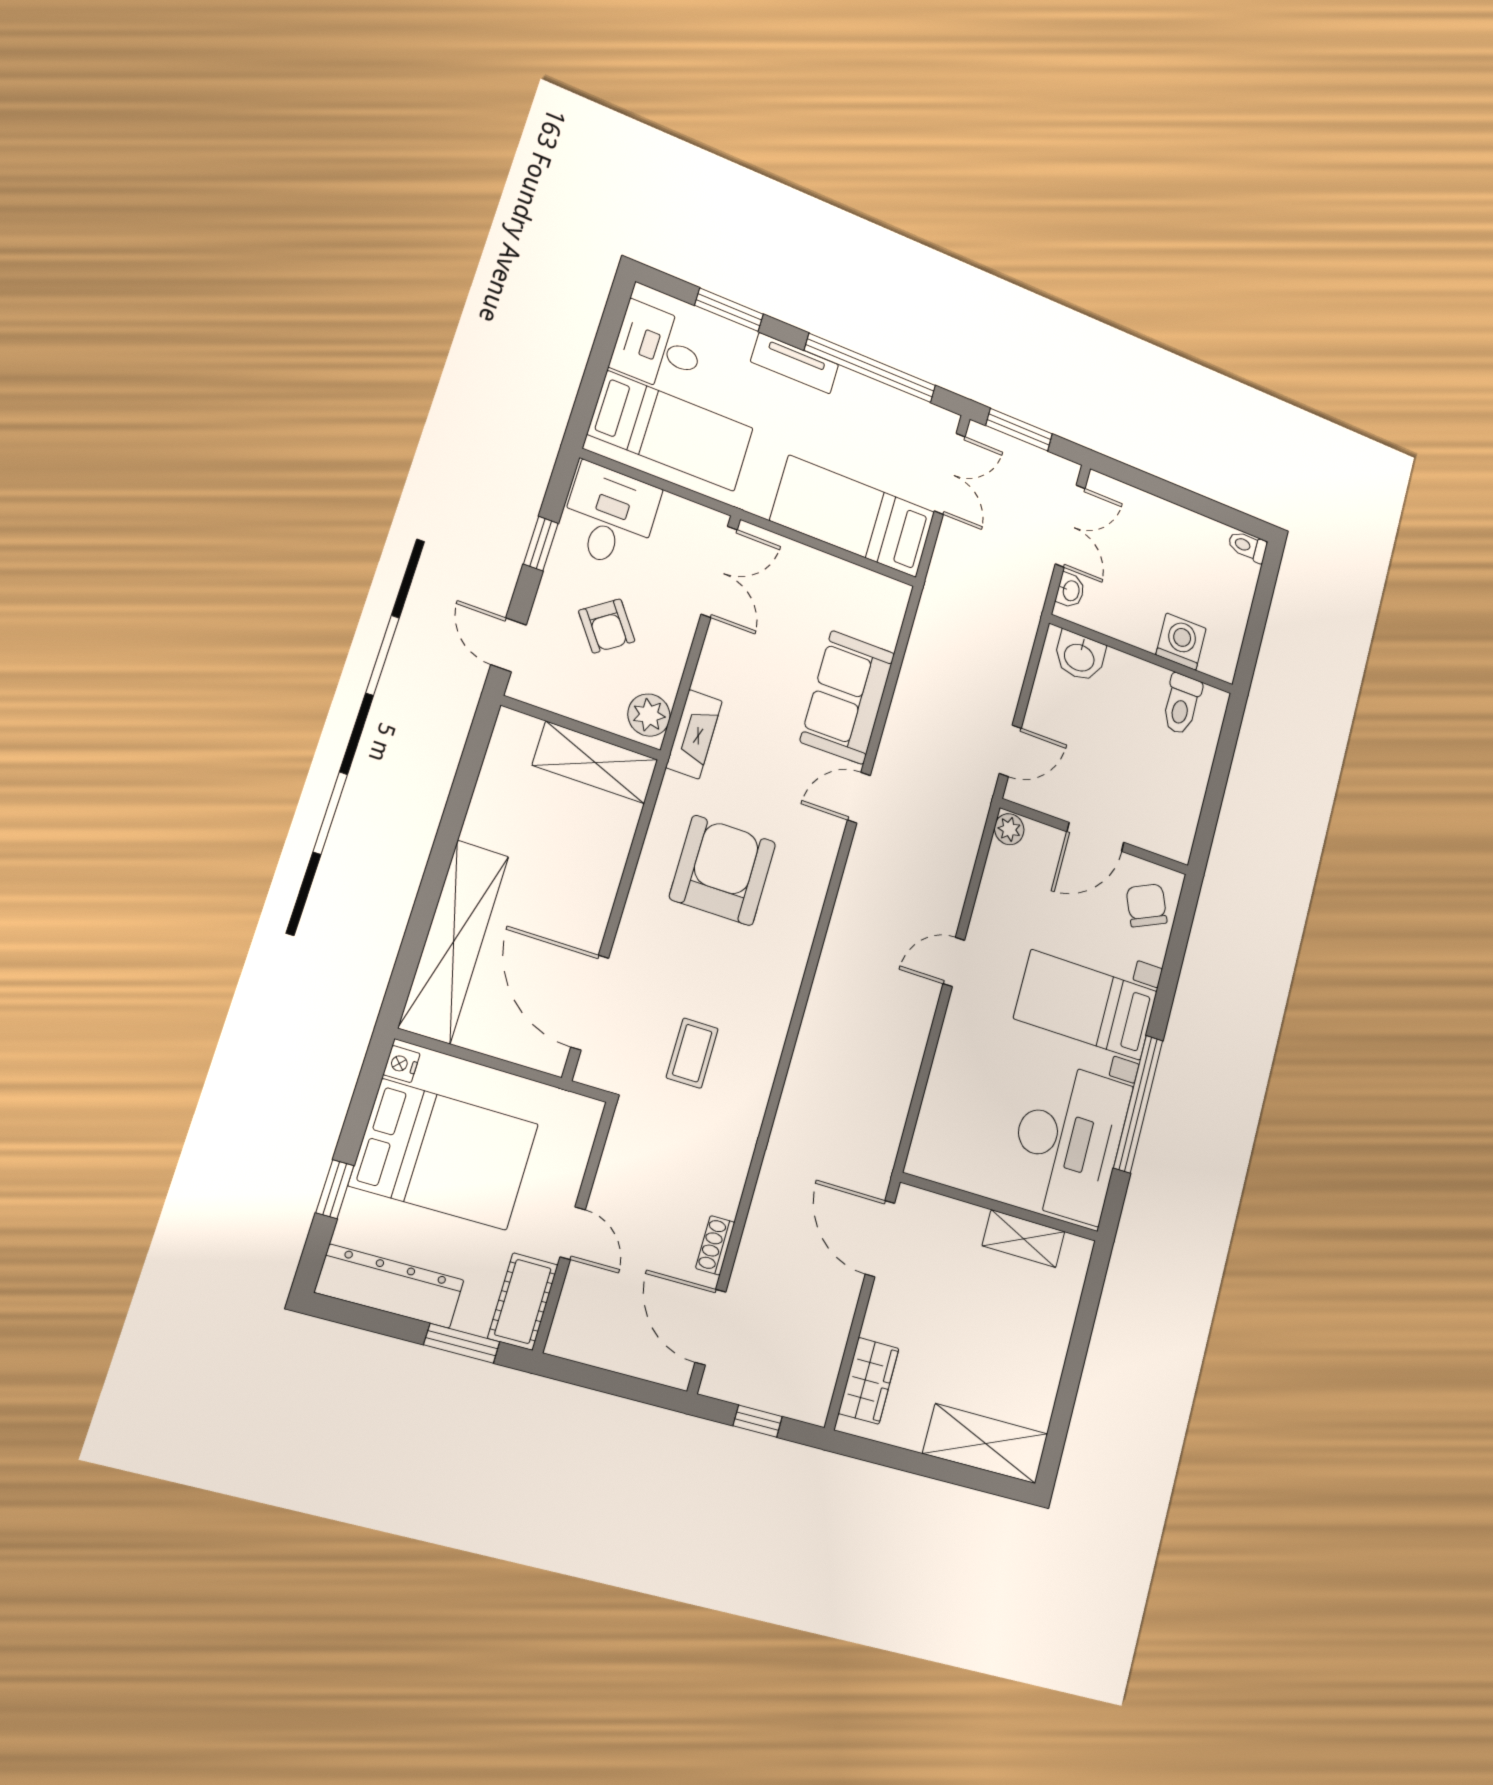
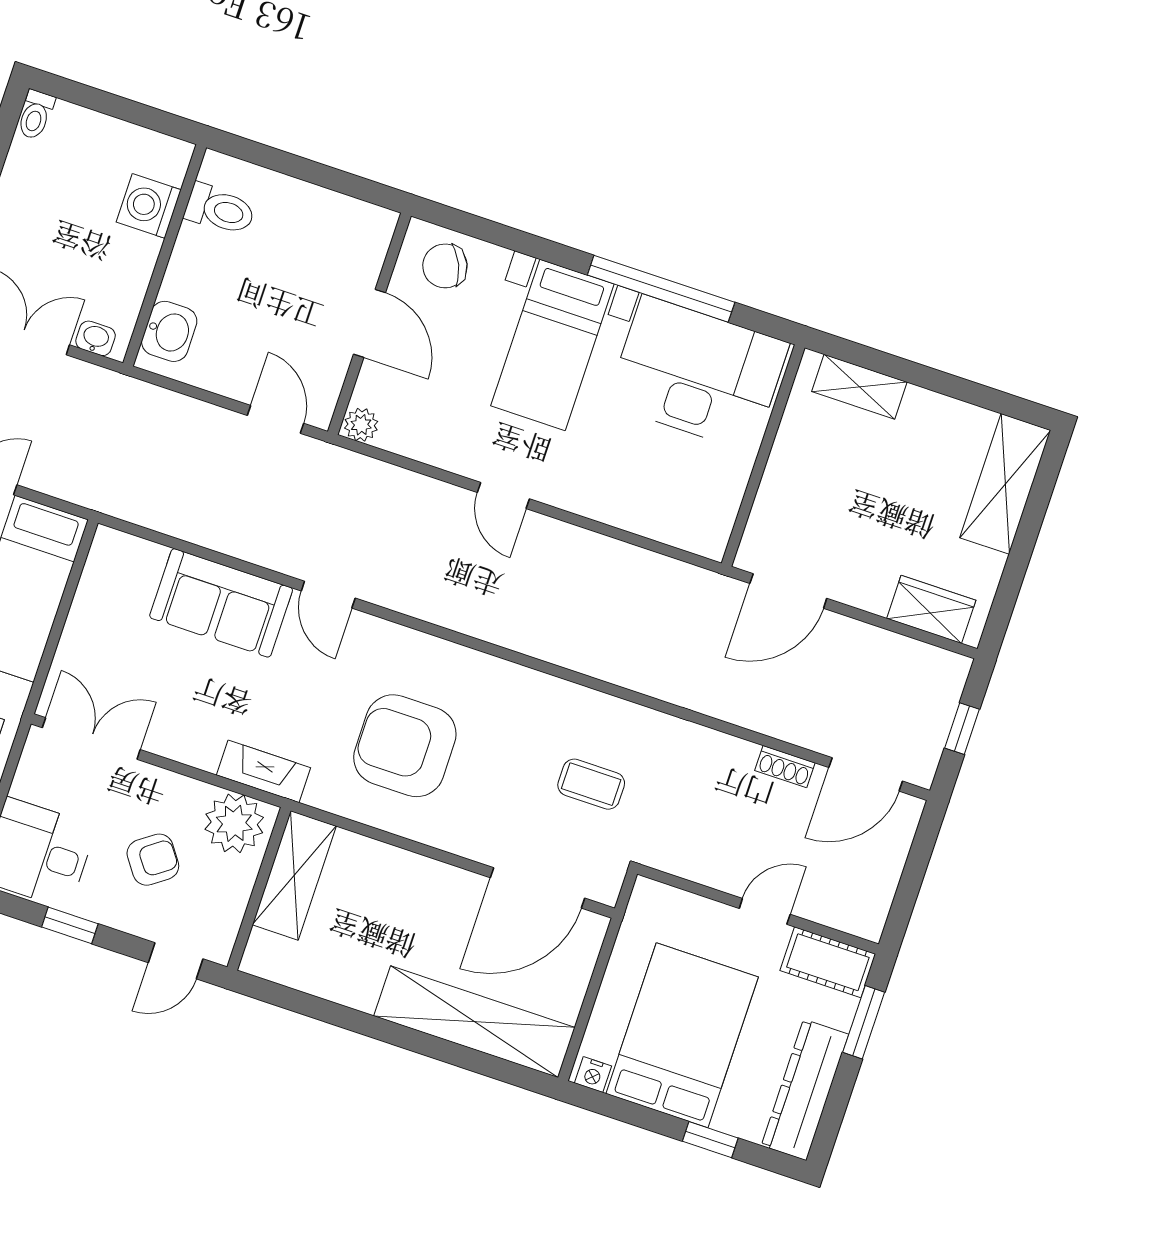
plant: (649, 715) -> (234, 823), width x1.36, depth x1.36
shelving: (1024, 1239) -> (859, 387), moved, turned 90

